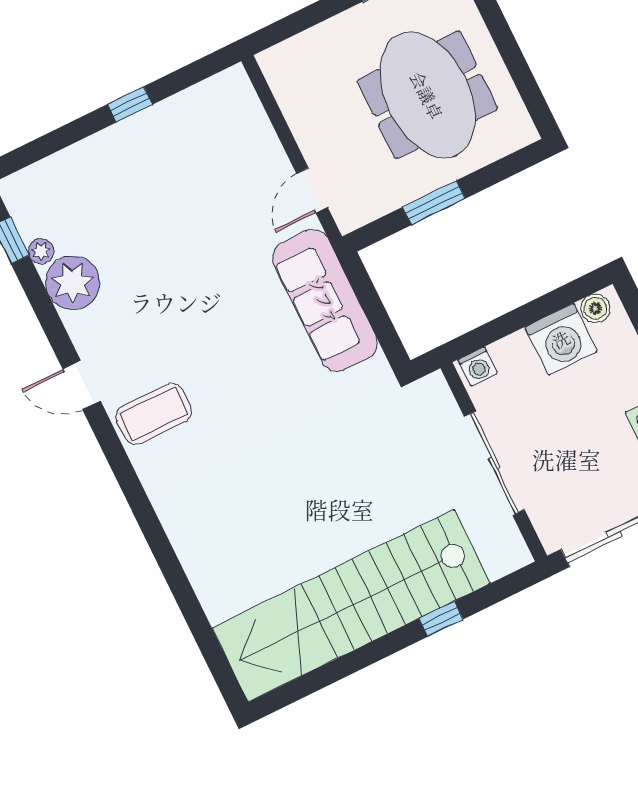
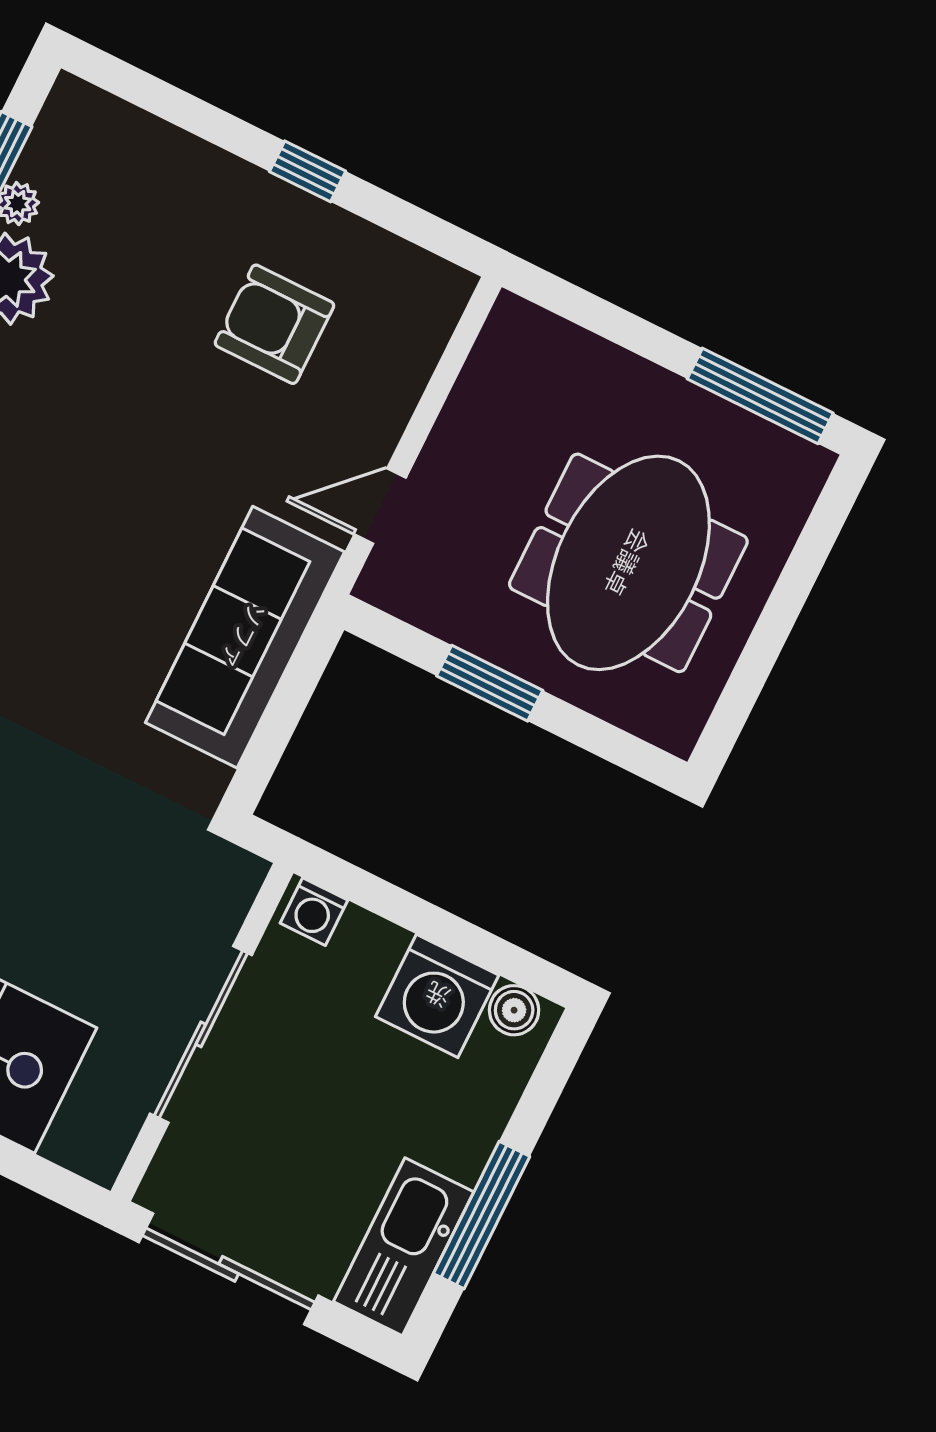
armchair: (189, 175) -> (274, 324), added

